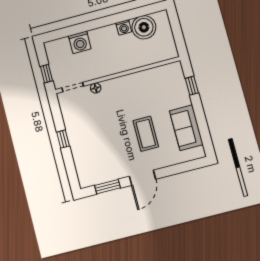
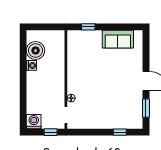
washing machine: (80, 42) -> (34, 122), moved, turned -90
coffee table: (146, 134) -> (115, 70), removed
window: (63, 139) -> (120, 132), moved

